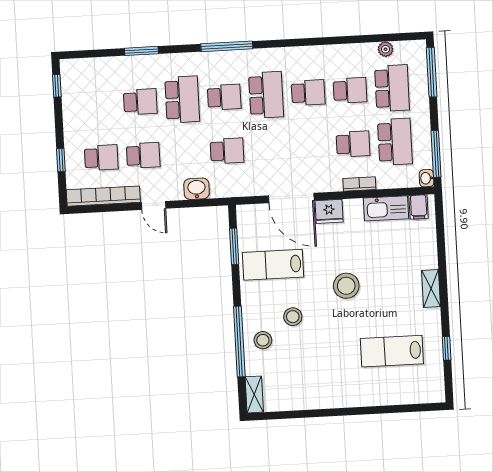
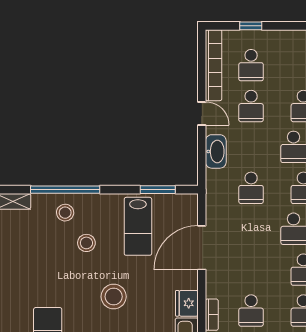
washbasin: (197, 189) -> (216, 151), width x1.38
door: (154, 205) -> (202, 113), swing flipped
fridge: (329, 211) -> (187, 303), moved
lab bench: (273, 265) -> (138, 226), turned 180

